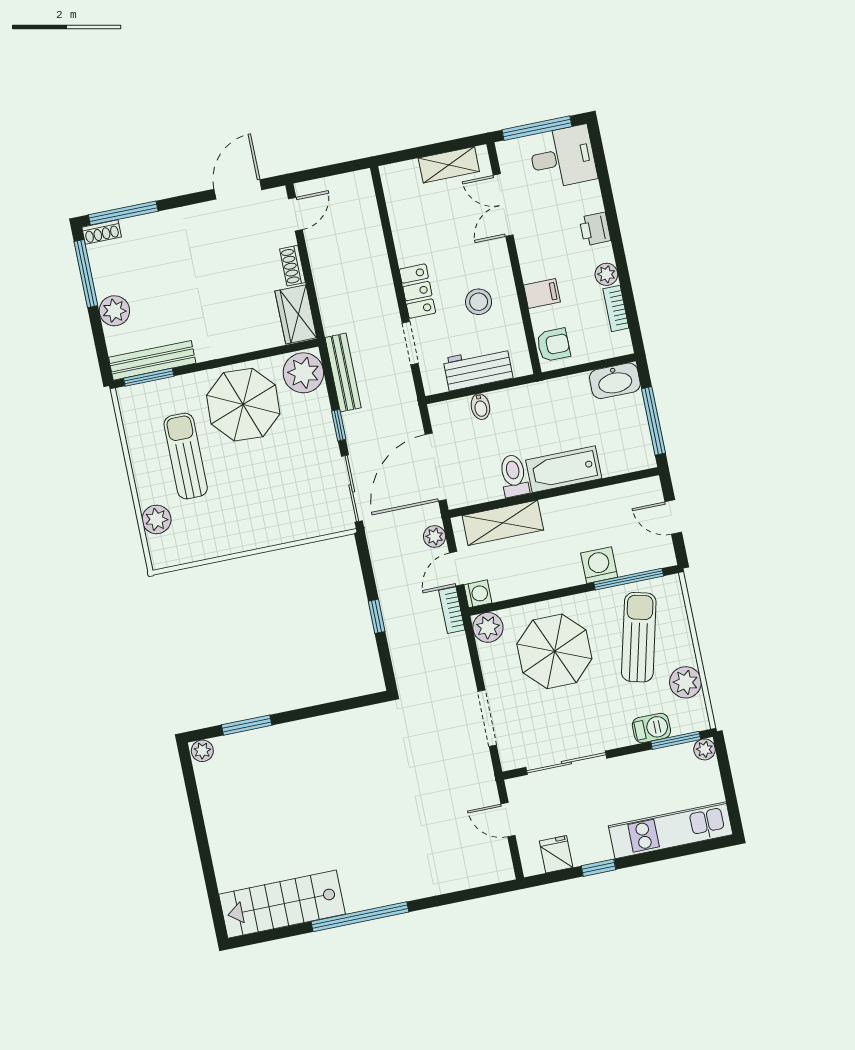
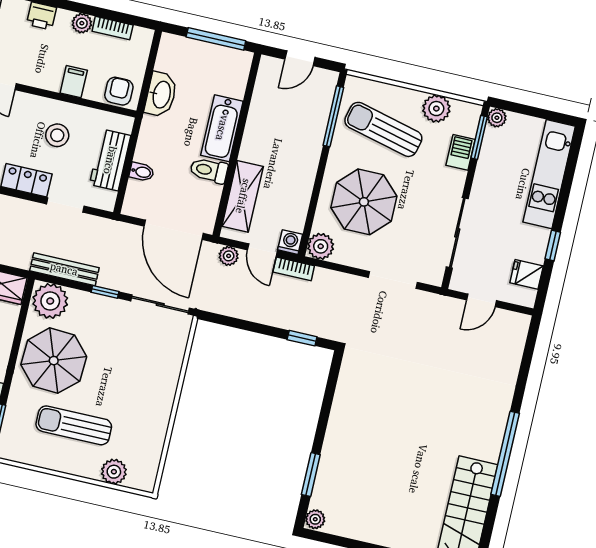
washbasin: (615, 381) -> (161, 94), moved
washing machine: (599, 565) -> (311, 135), removed
window: (377, 616) -> (302, 338), moved

